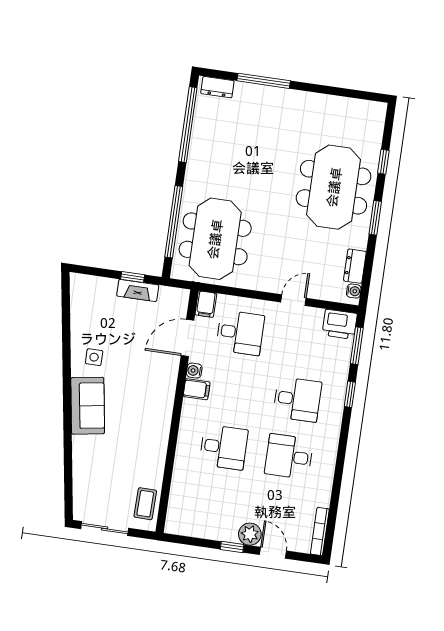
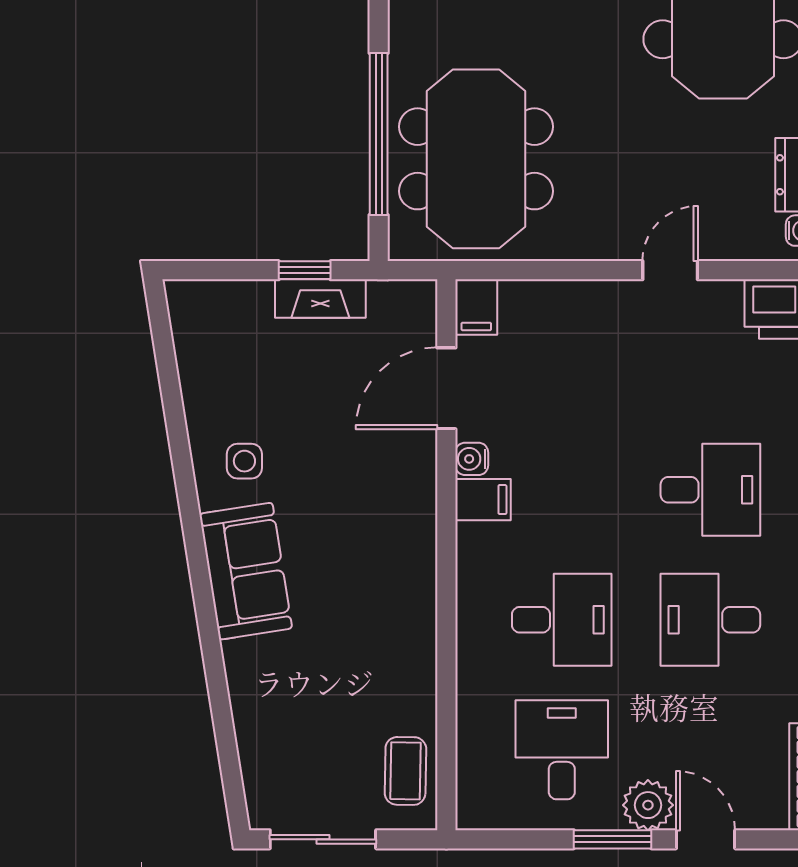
desk: (240, 333) -> (562, 750), moved, turned -90
window: (232, 547) -> (612, 839), width x1.50

